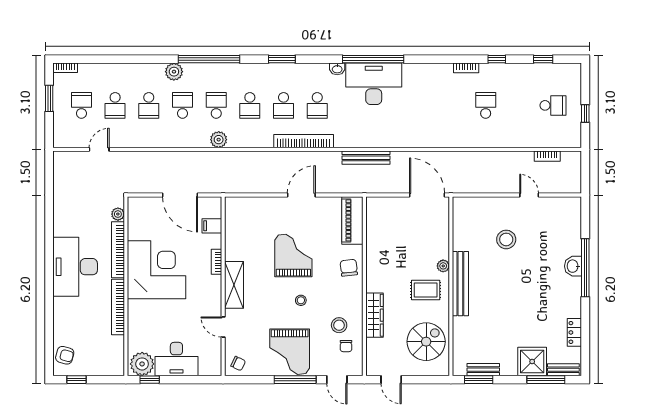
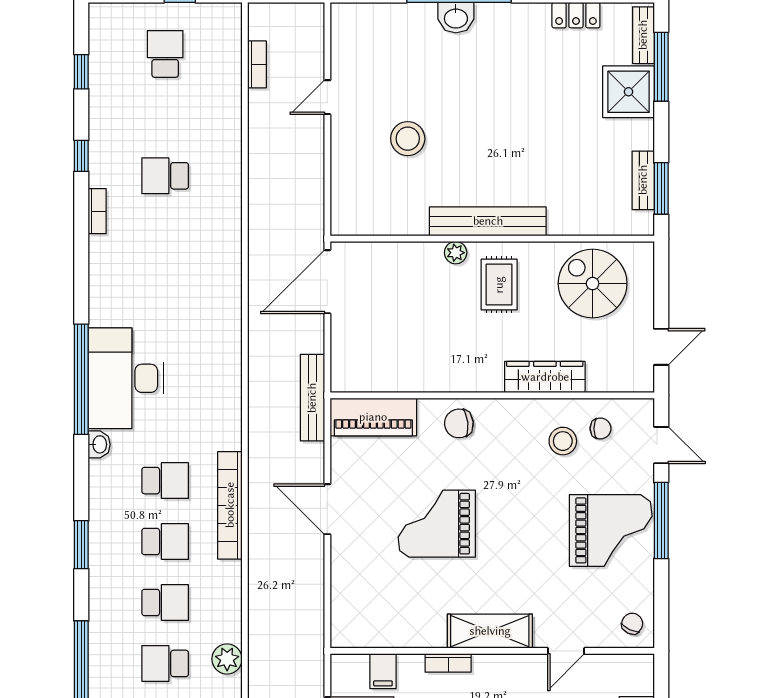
bench: (366, 158) -> (312, 398), moved
stool: (301, 300) -> (518, 510), removed
door: (337, 380) -> (661, 445), hinge flipped

